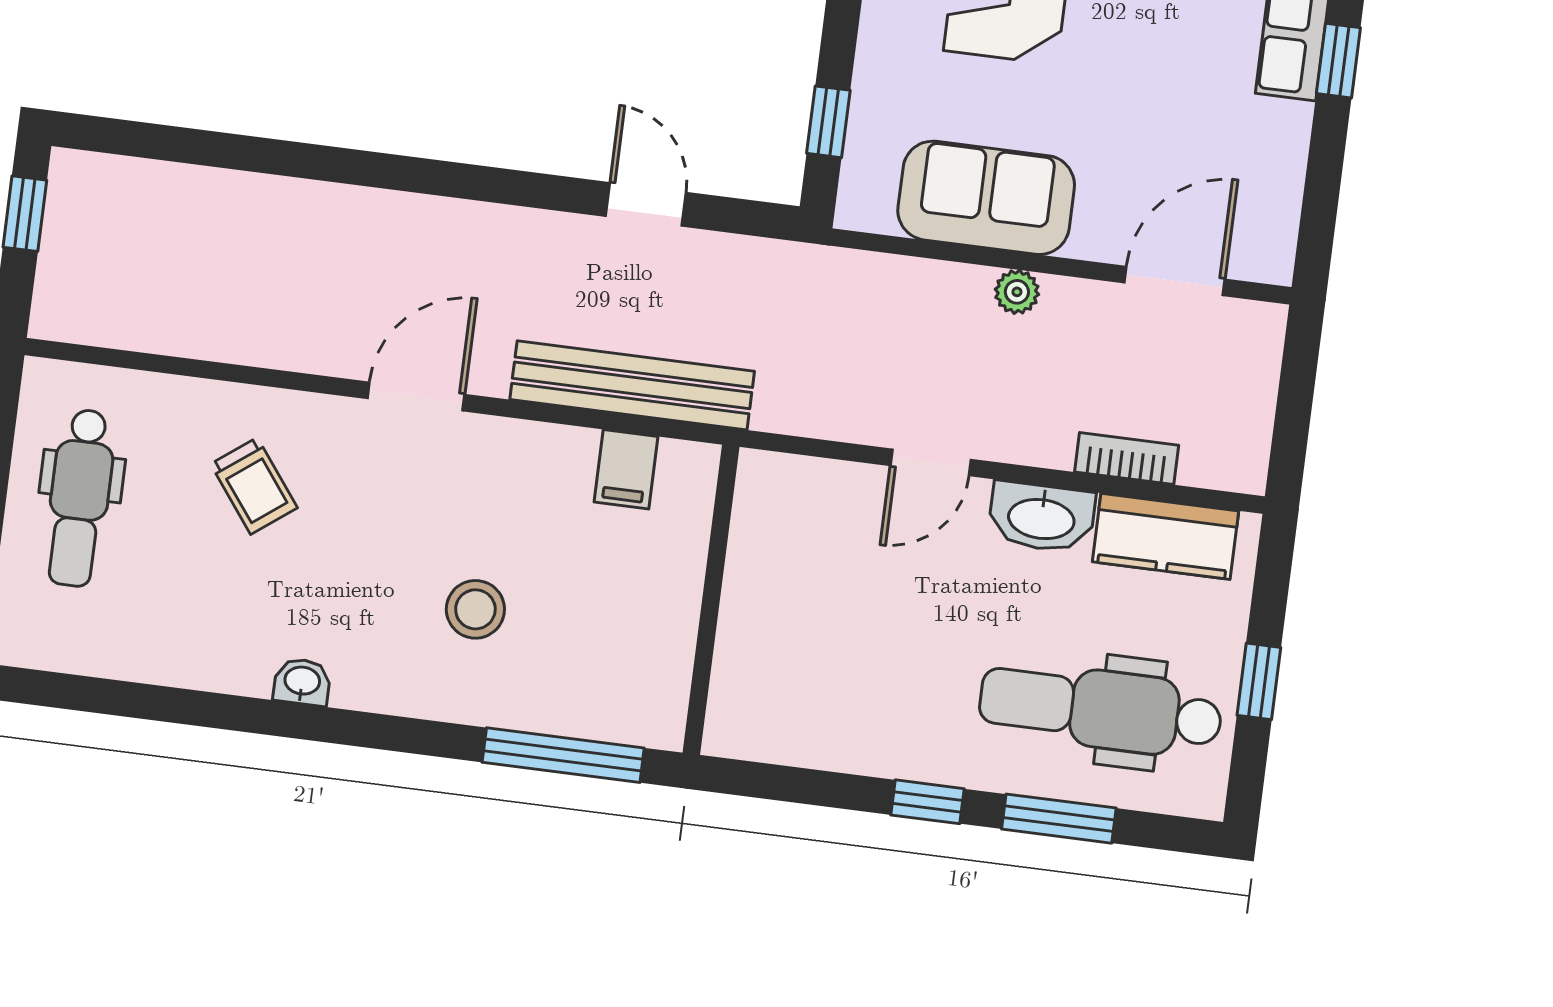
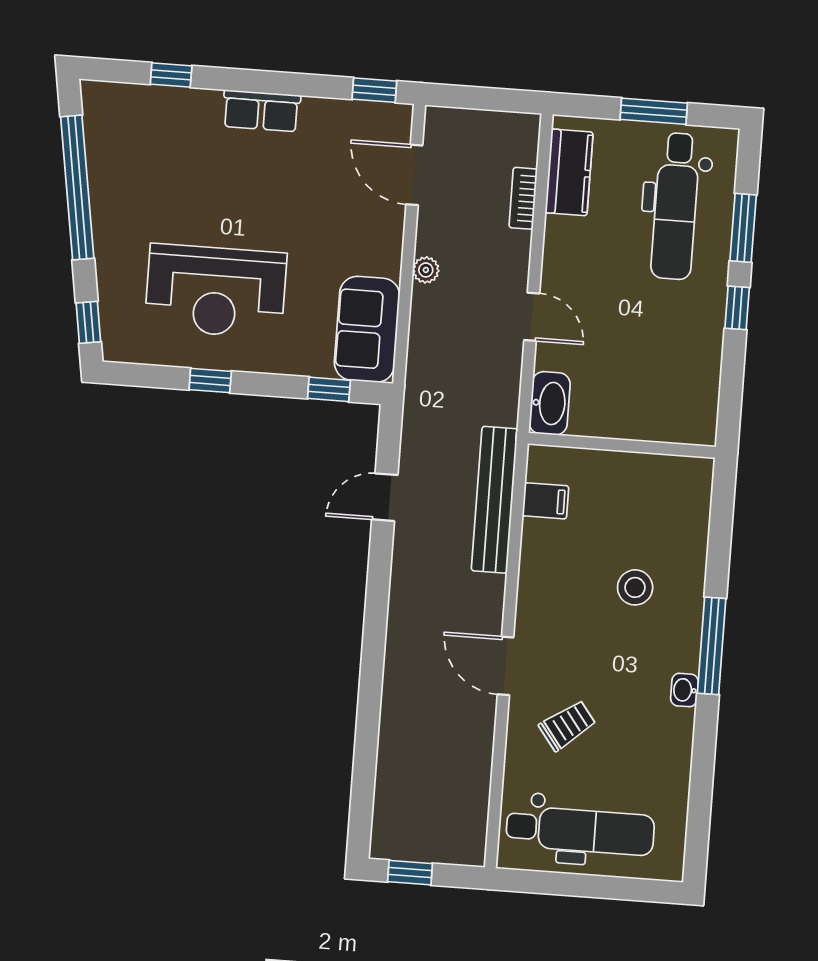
window: (1338, 61) -> (374, 90), moved
sofa: (986, 198) -> (367, 329), moved
door: (416, 397) -> (505, 666), moved
dental chair: (79, 498) -> (580, 831), width x1.36, depth x1.38
washbasin: (1042, 517) -> (550, 403), moved
window: (1259, 681) -> (654, 111), width x1.50
window: (563, 755) -> (712, 646), moved

